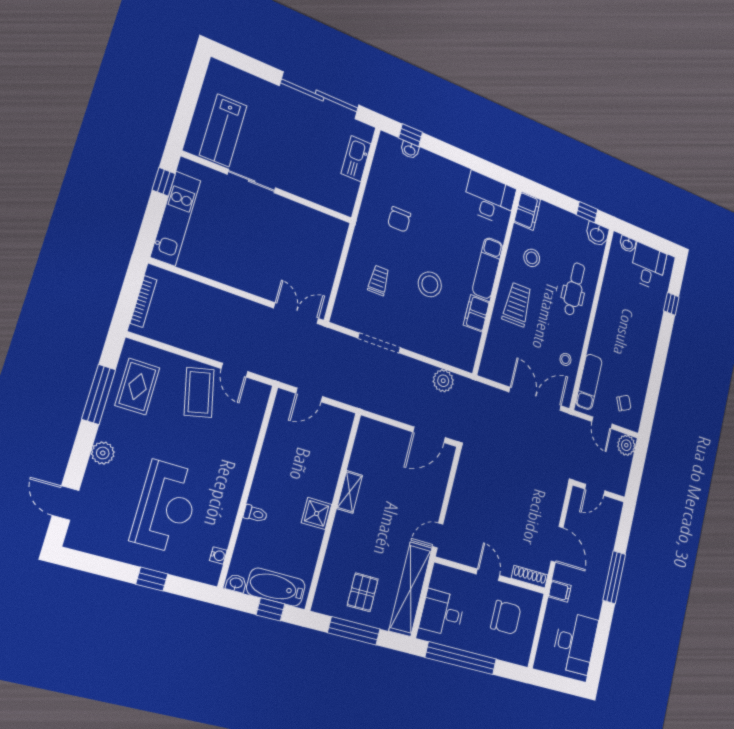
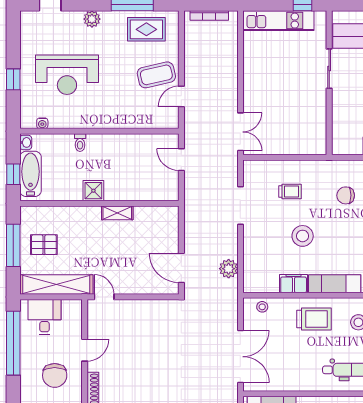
stool: (565, 359) -> (262, 307), moved

